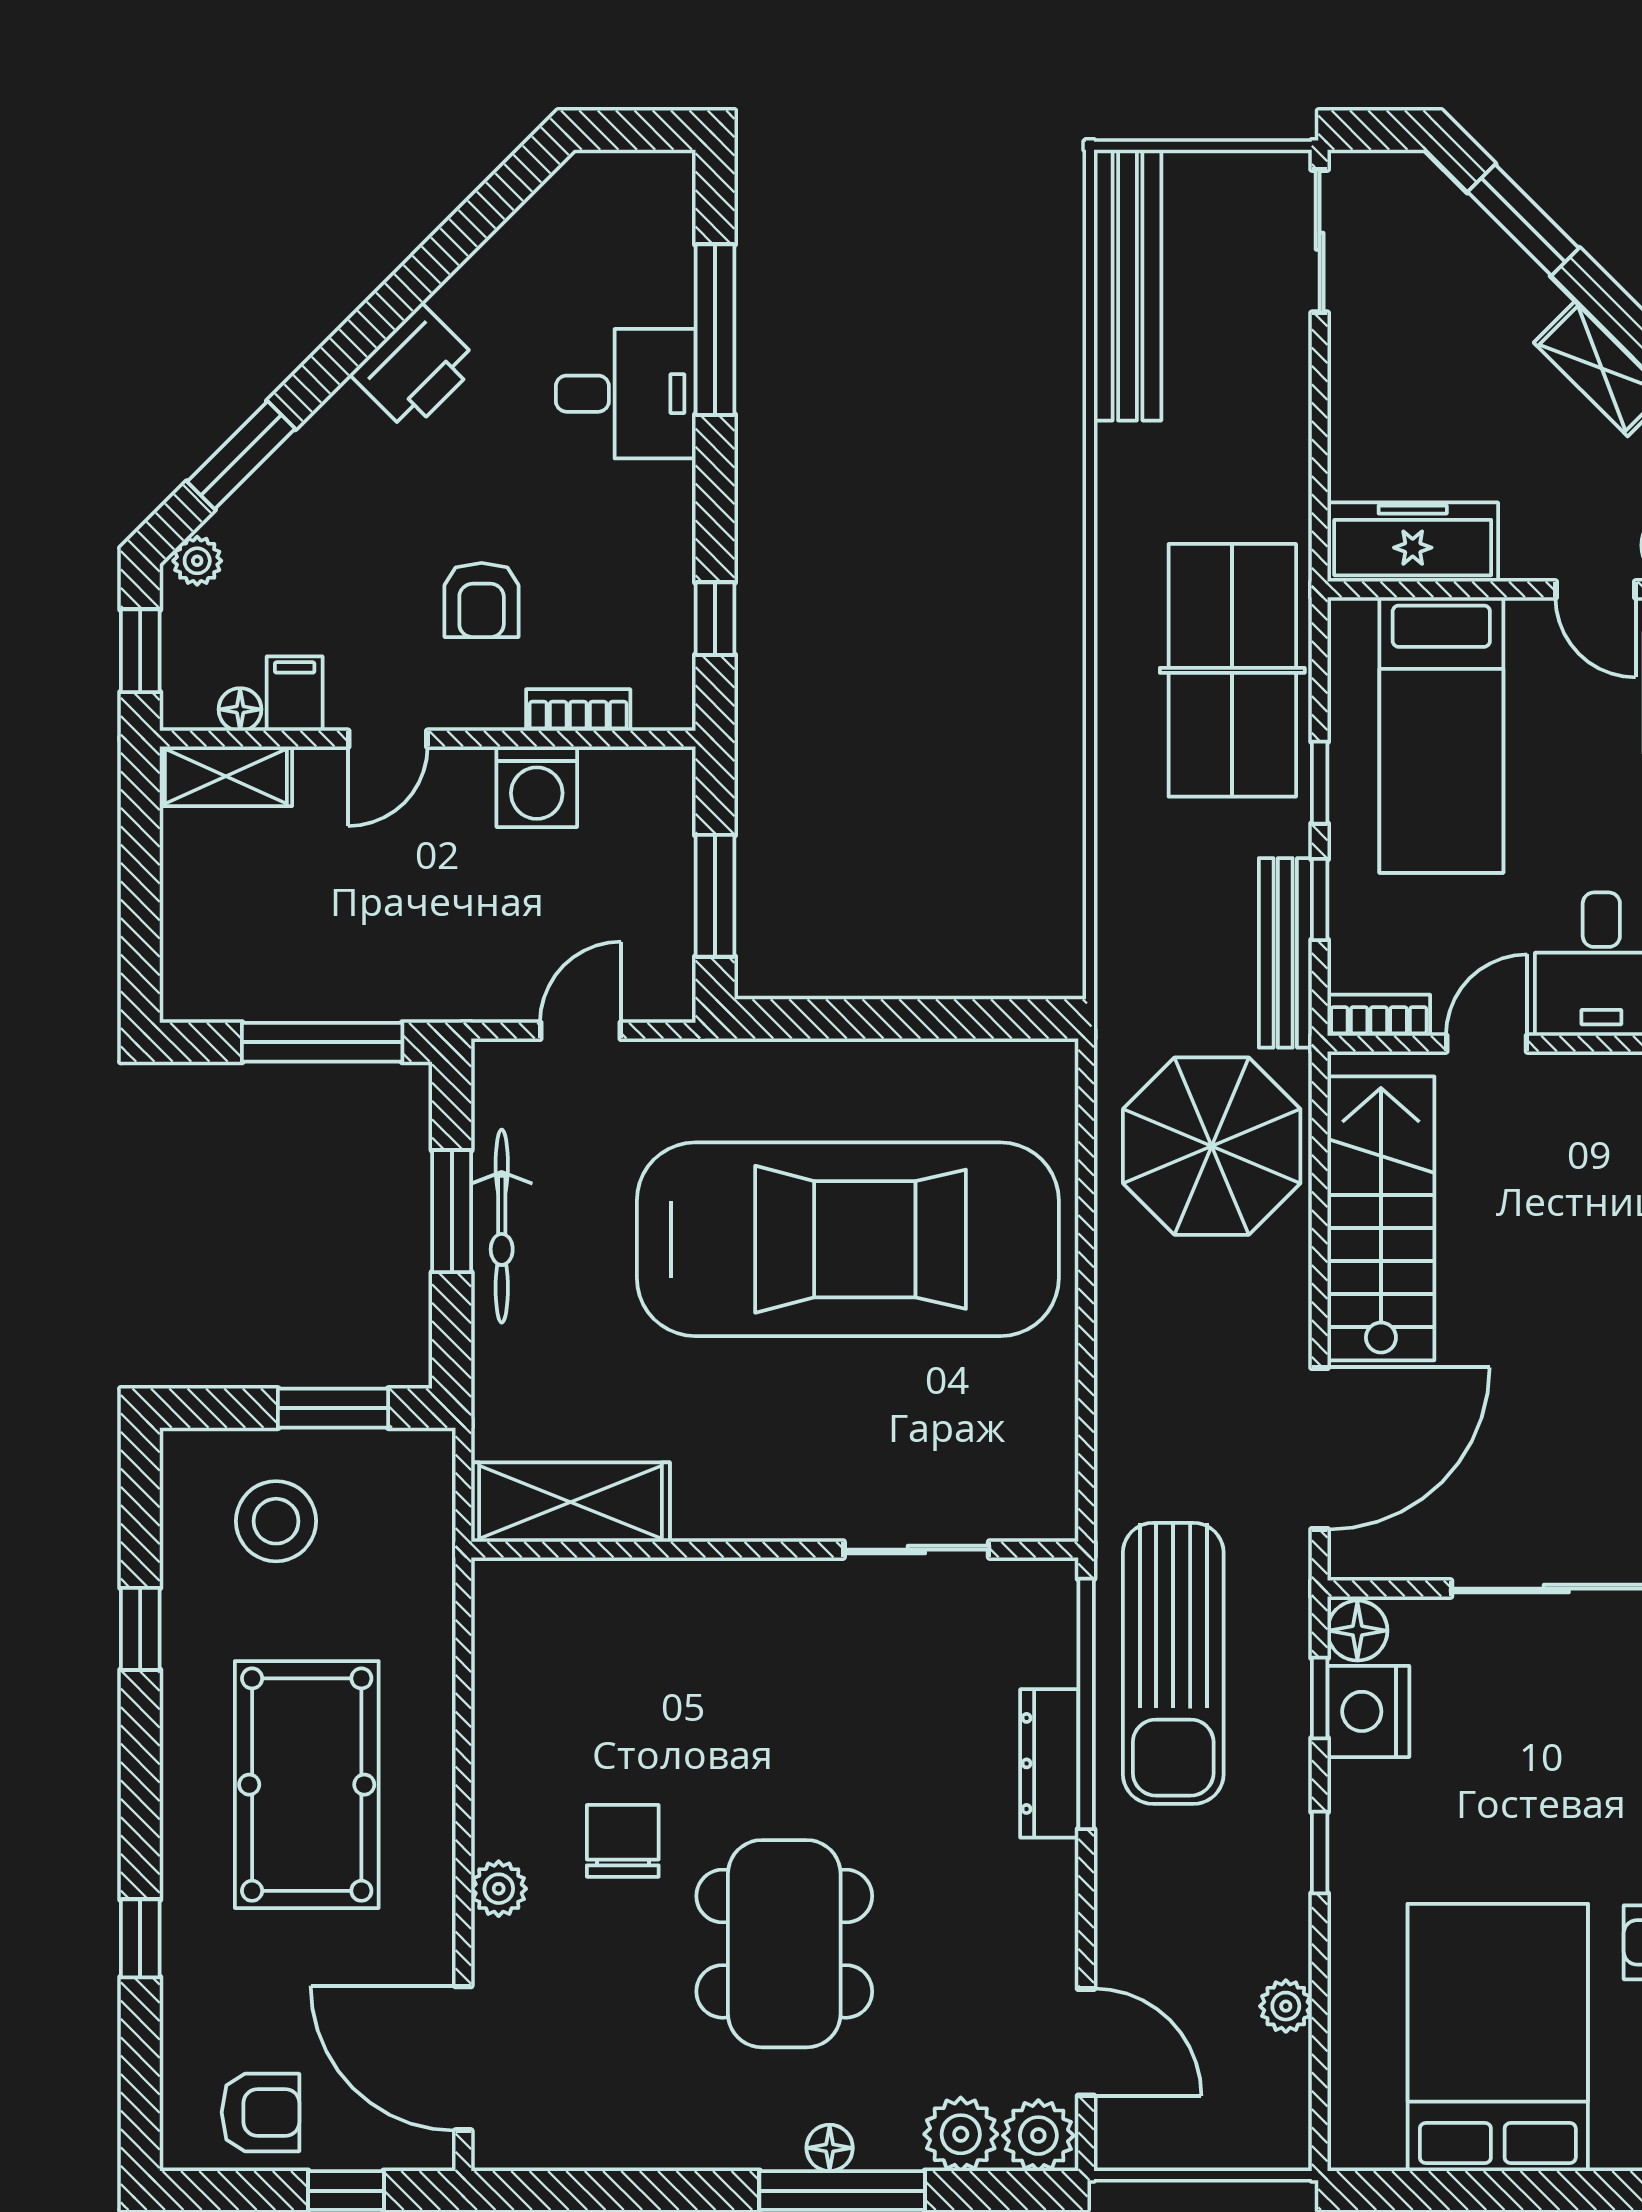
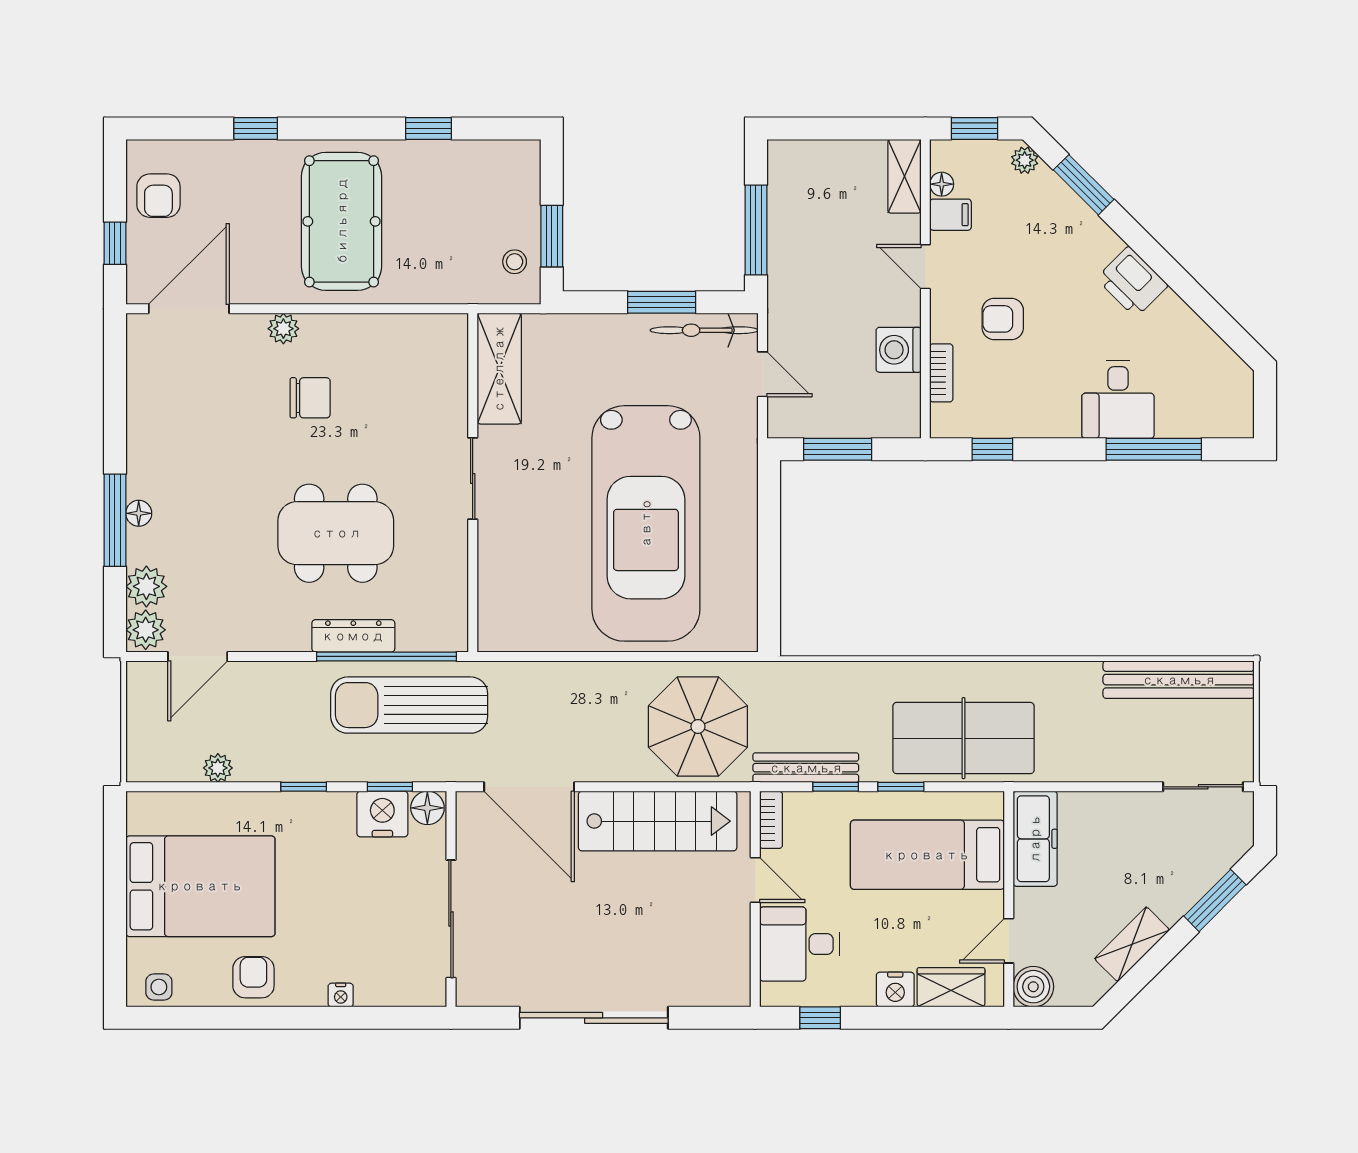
bicycle: (502, 1226) -> (704, 330), moved
stool: (276, 1521) -> (515, 262), moved, width x0.53, depth x0.53
sliding door: (916, 1550) -> (473, 478), moved
pool table: (307, 1785) -> (342, 221), turned 90
dining table: (784, 1944) -> (336, 533), moved

